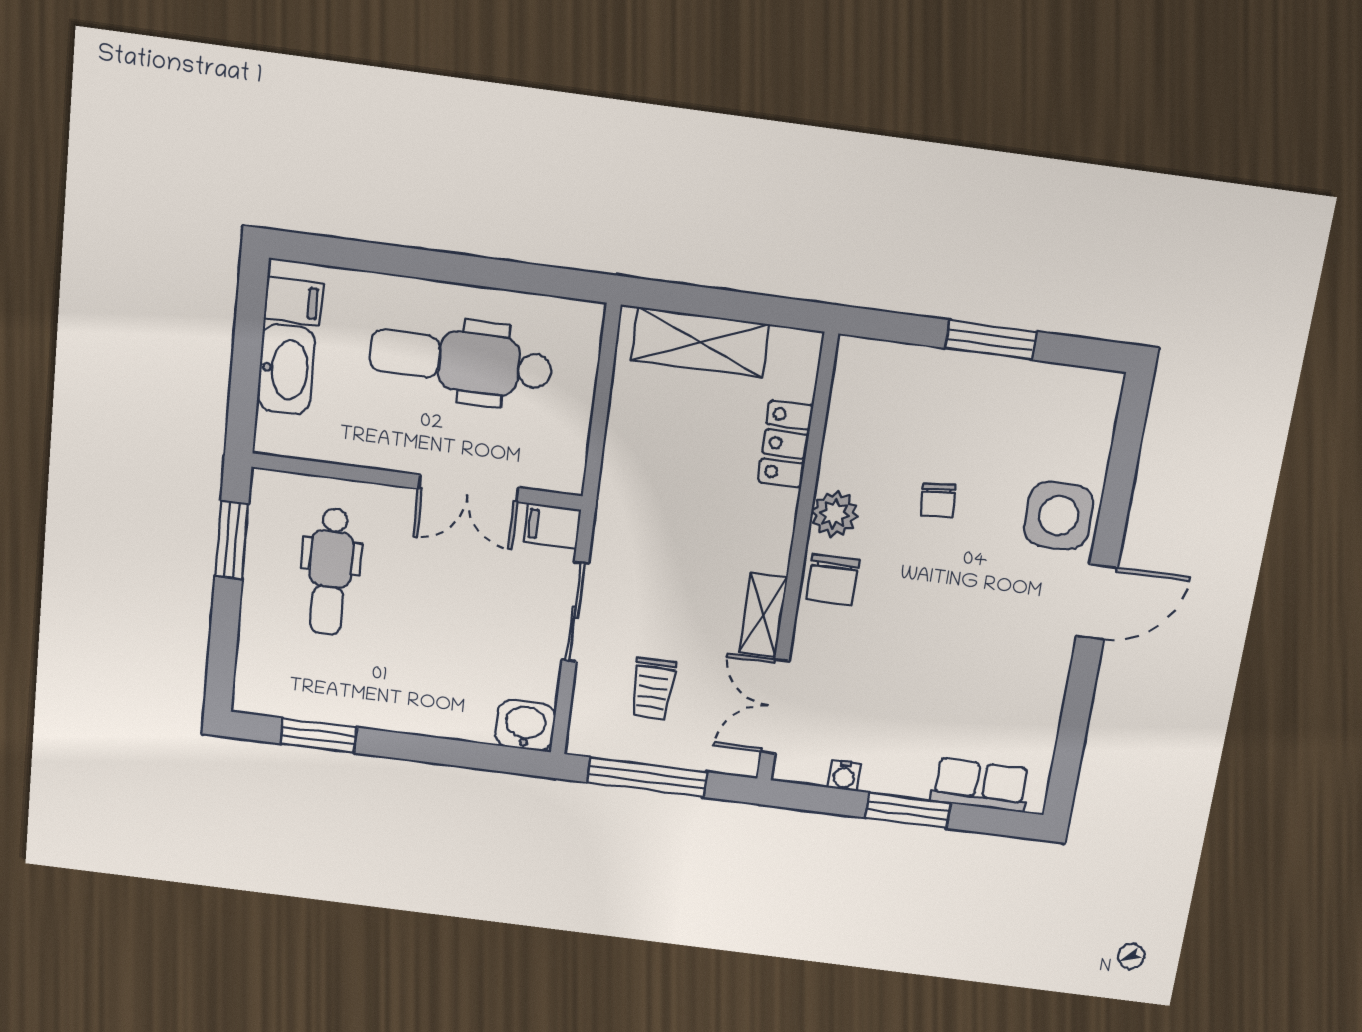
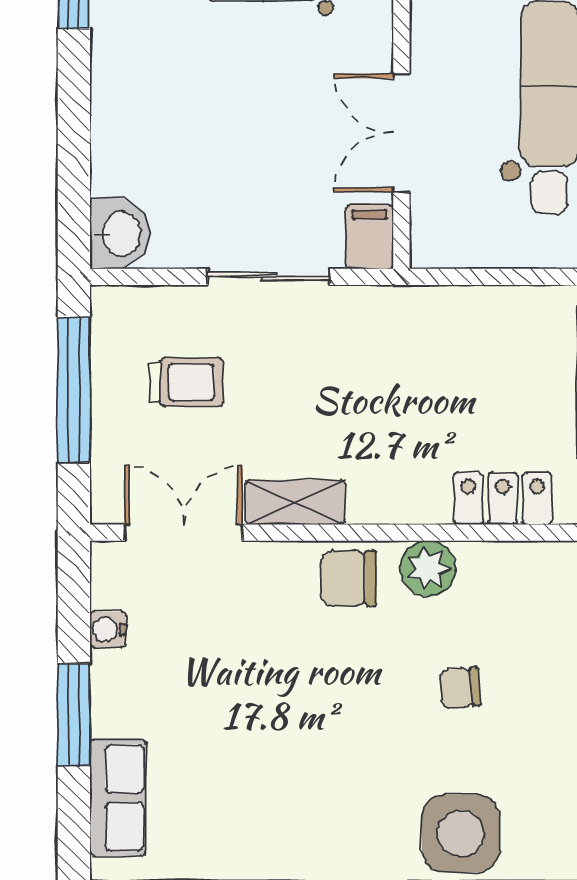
trolley: (653, 689) -> (186, 382), turned 180

